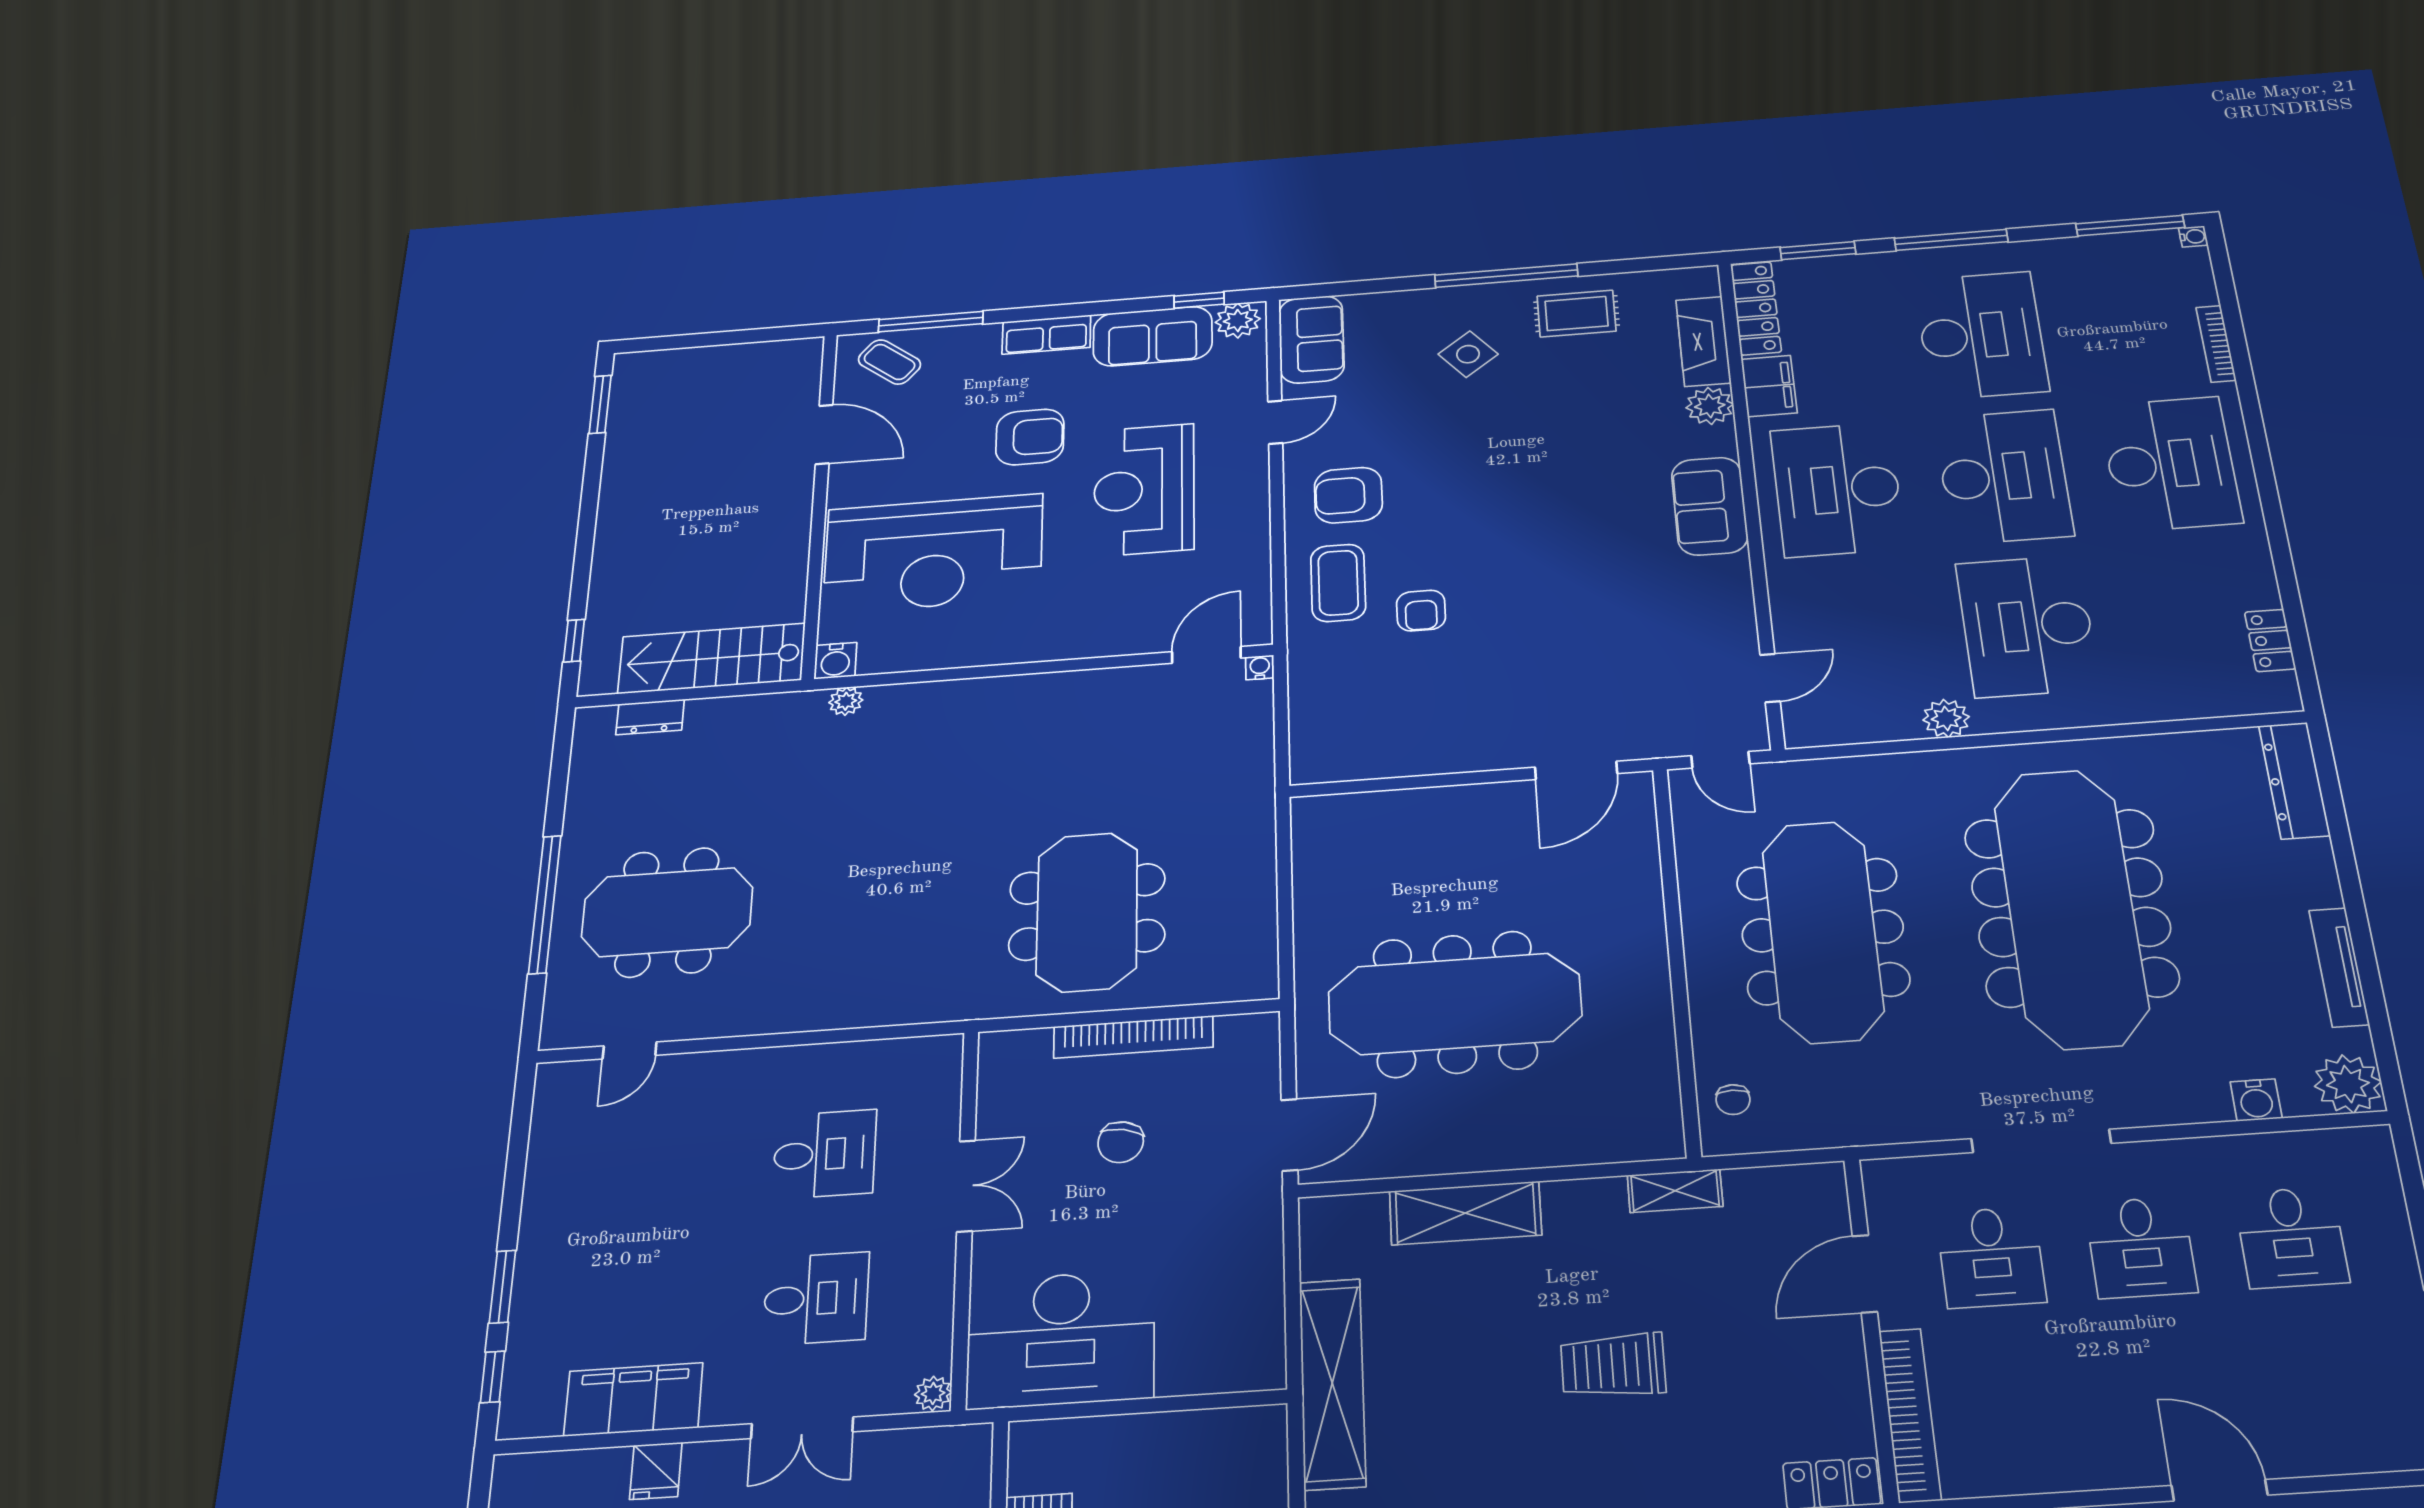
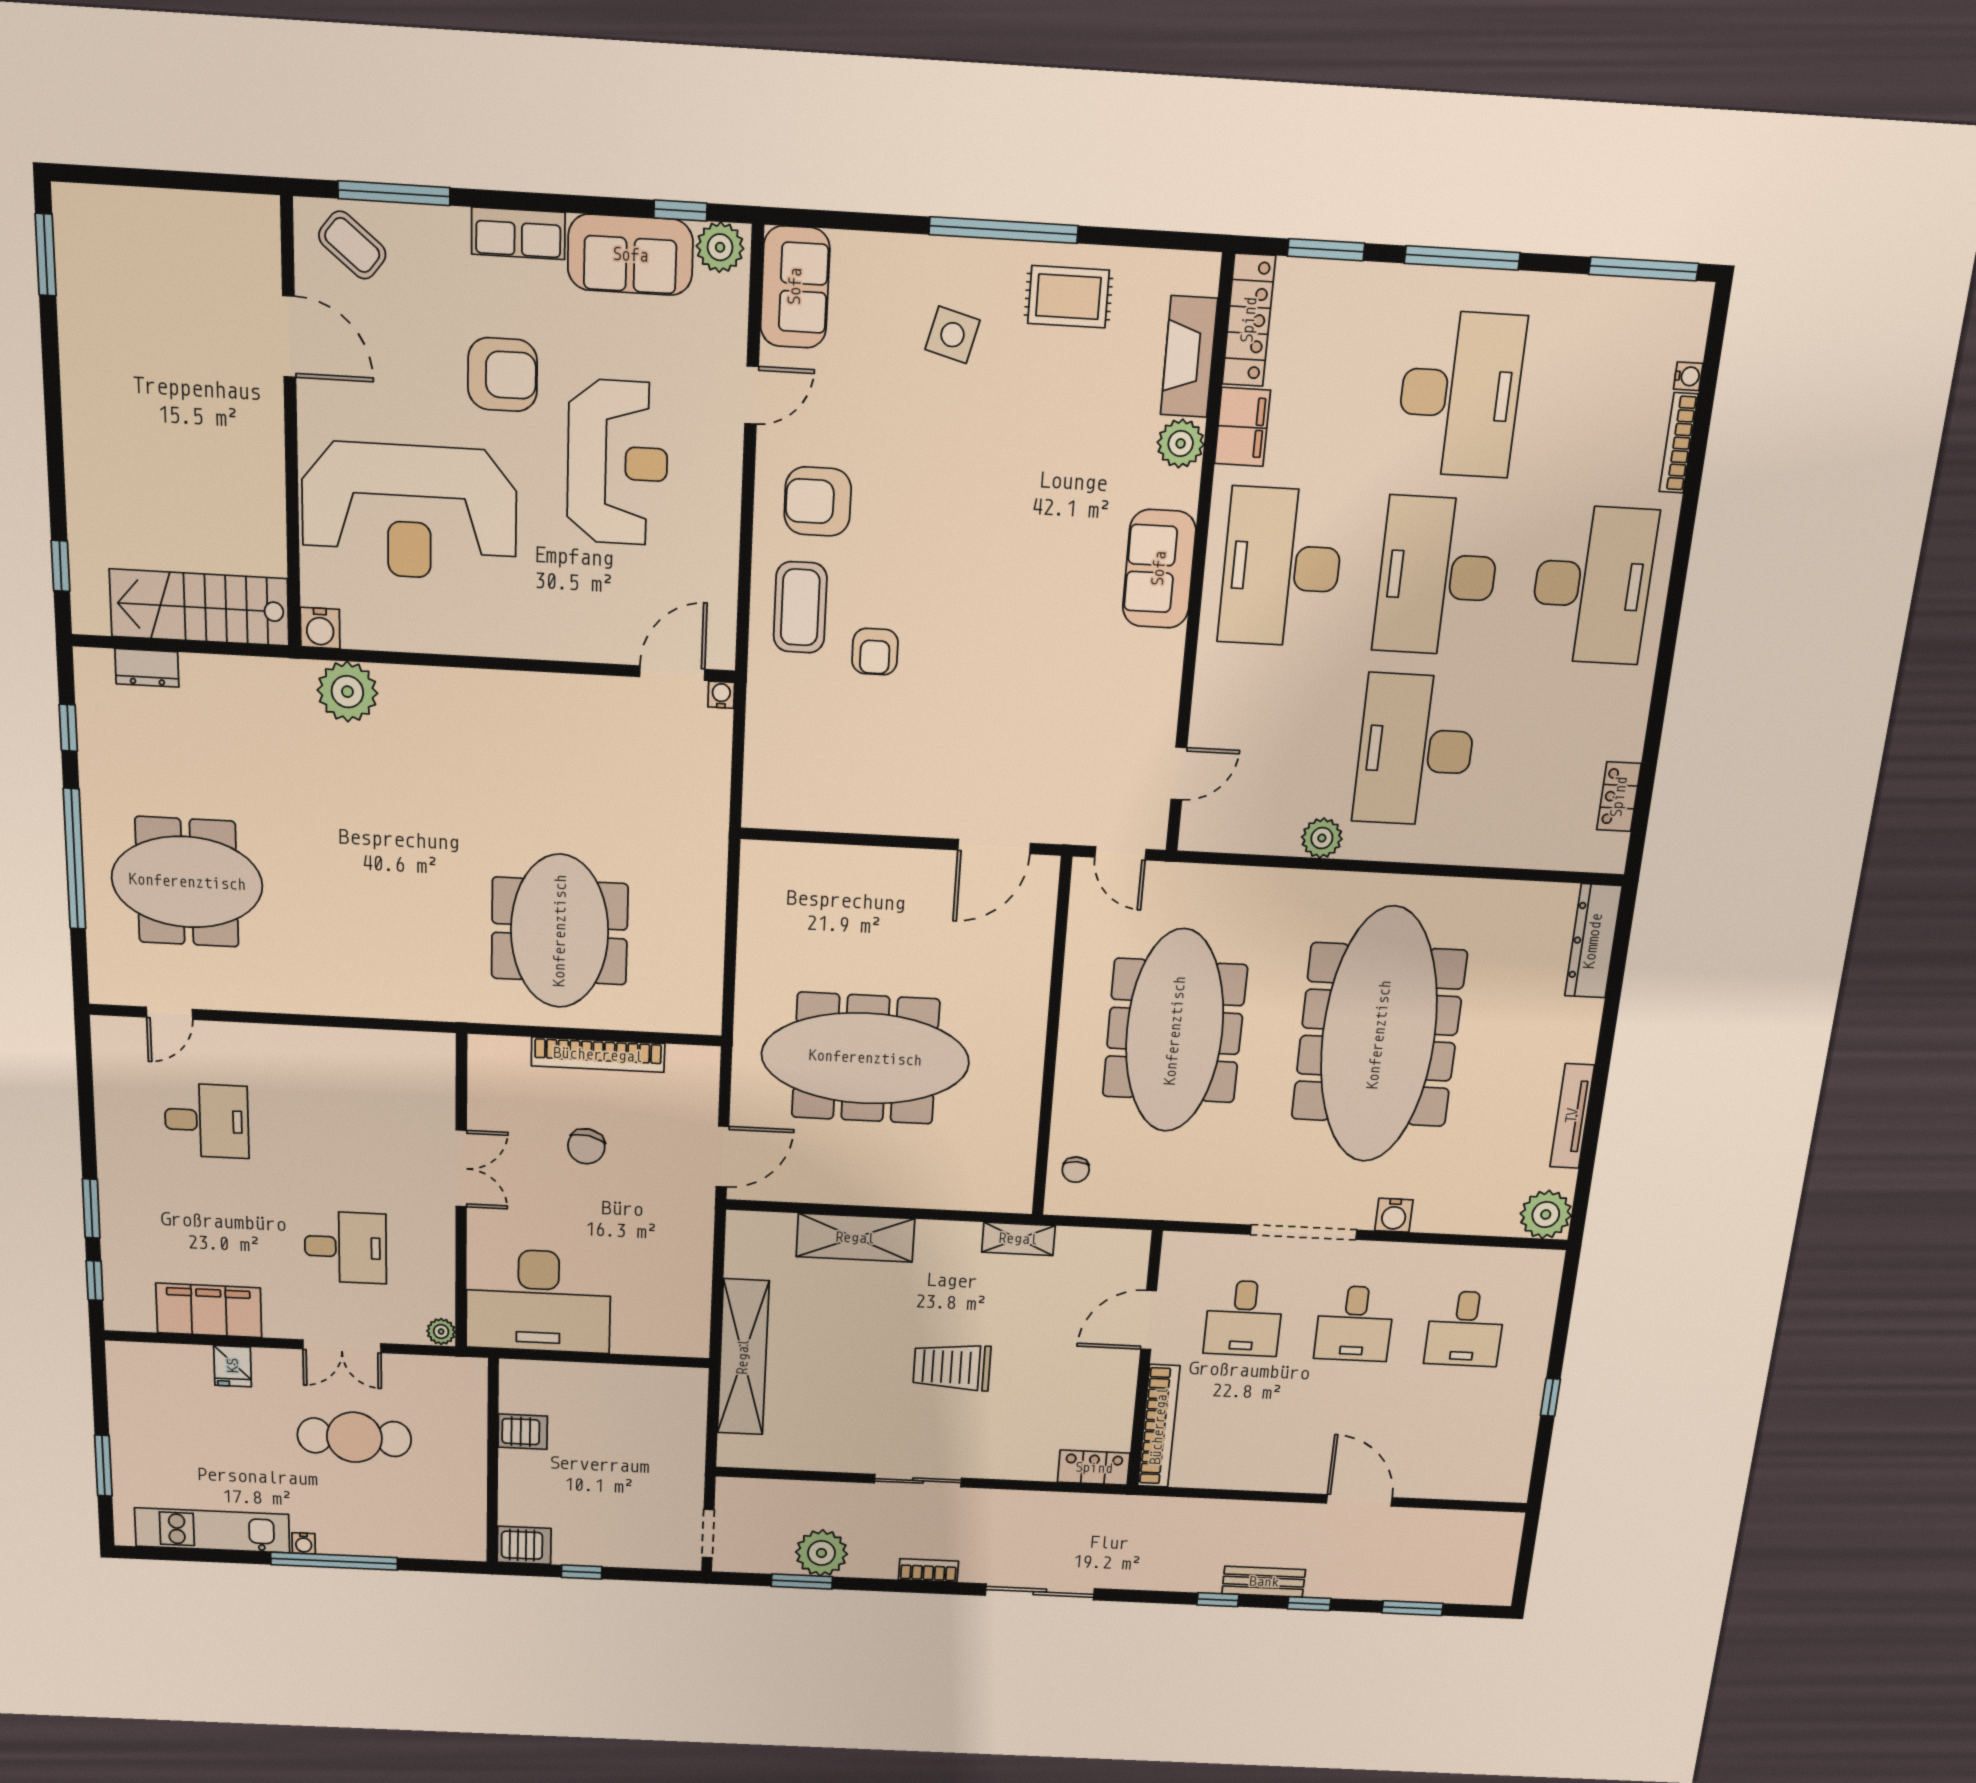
water cooler: (2193, 237) -> (1688, 376), moved
side table: (1468, 354) -> (952, 335), turned -36
desk: (2003, 476) -> (1437, 576), turned 180
reception desk: (1144, 490) -> (618, 463), turned 180
plant: (846, 701) -> (347, 692), width x1.88, depth x1.88
window: (558, 781) -> (68, 728), added
water cooler: (2256, 1100) -> (1394, 1215), moved
desk: (825, 1154) -> (207, 1121), moved

